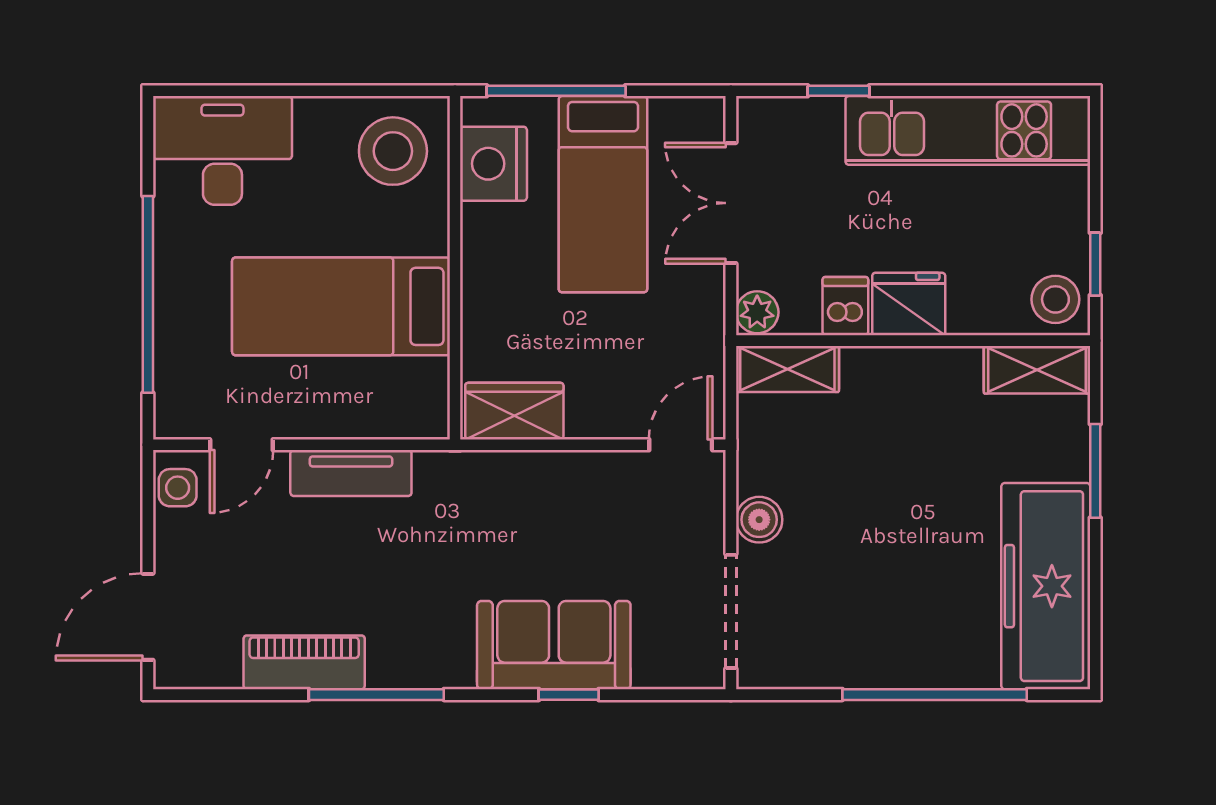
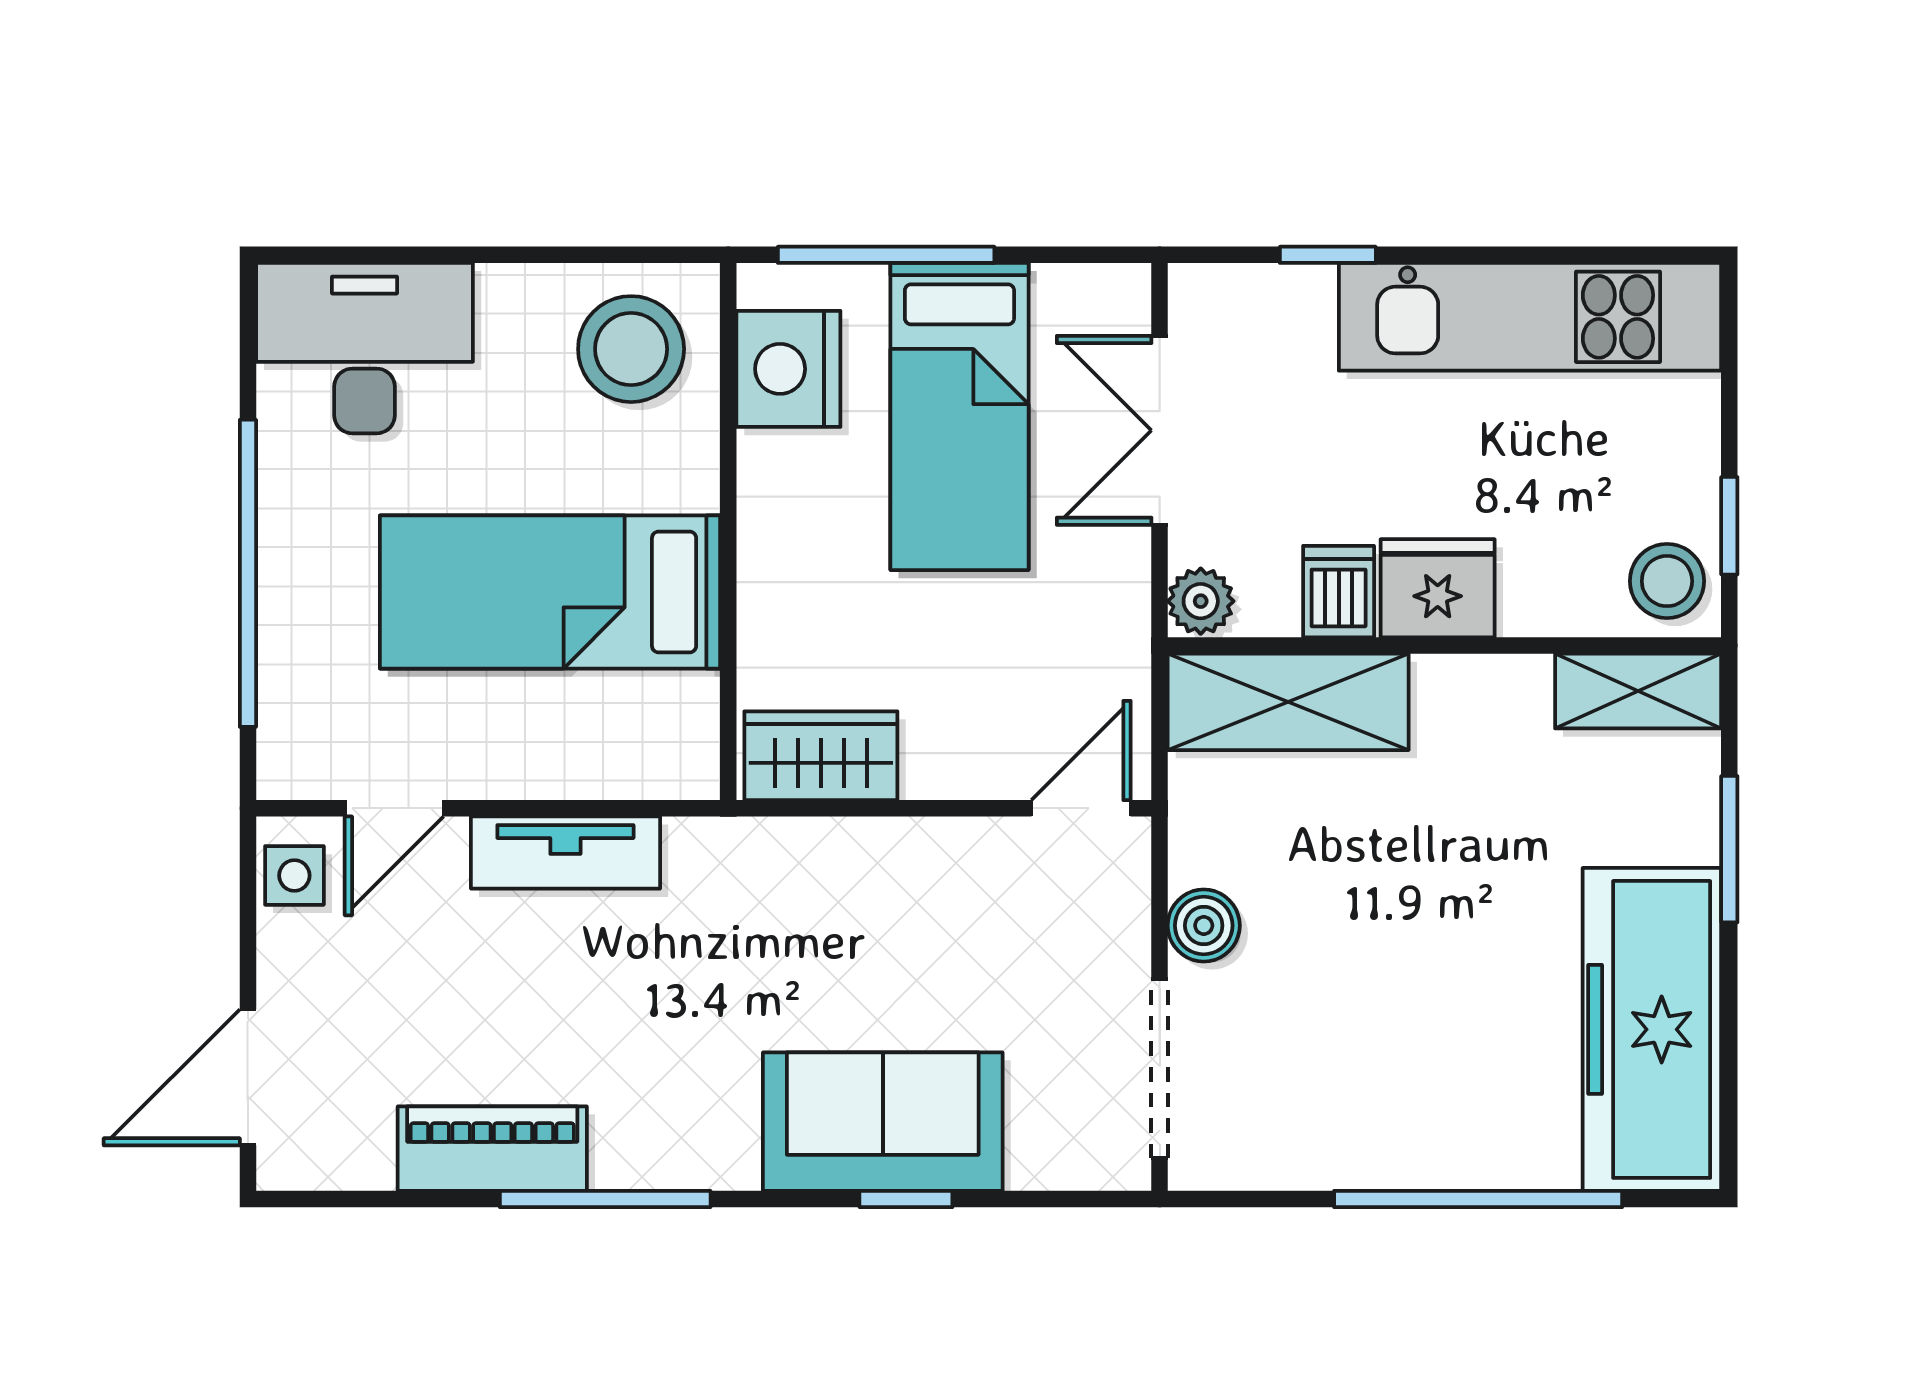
shelving: (787, 369) -> (1288, 702), width x1.50, depth x1.33

